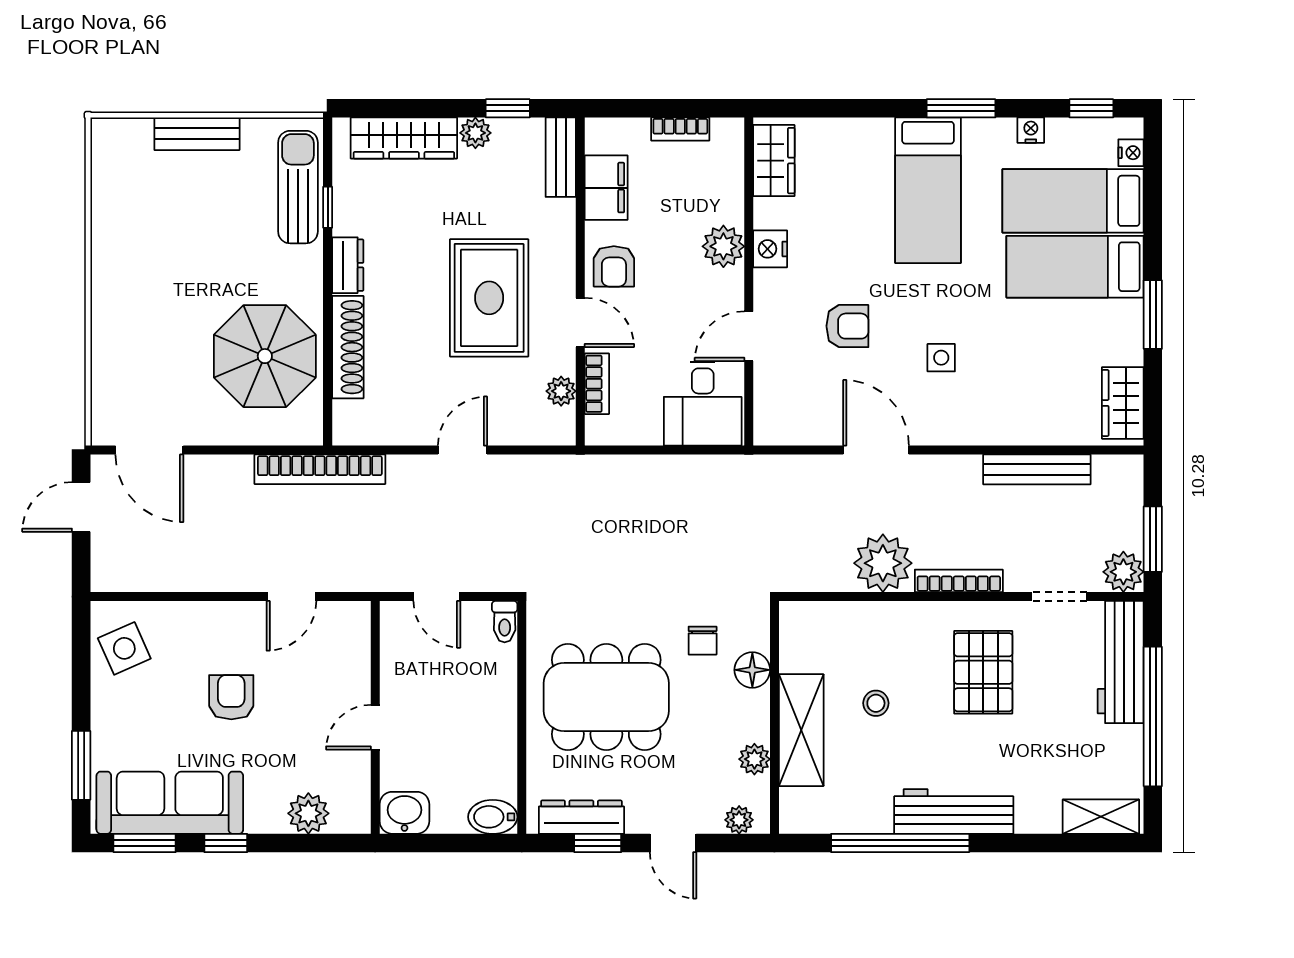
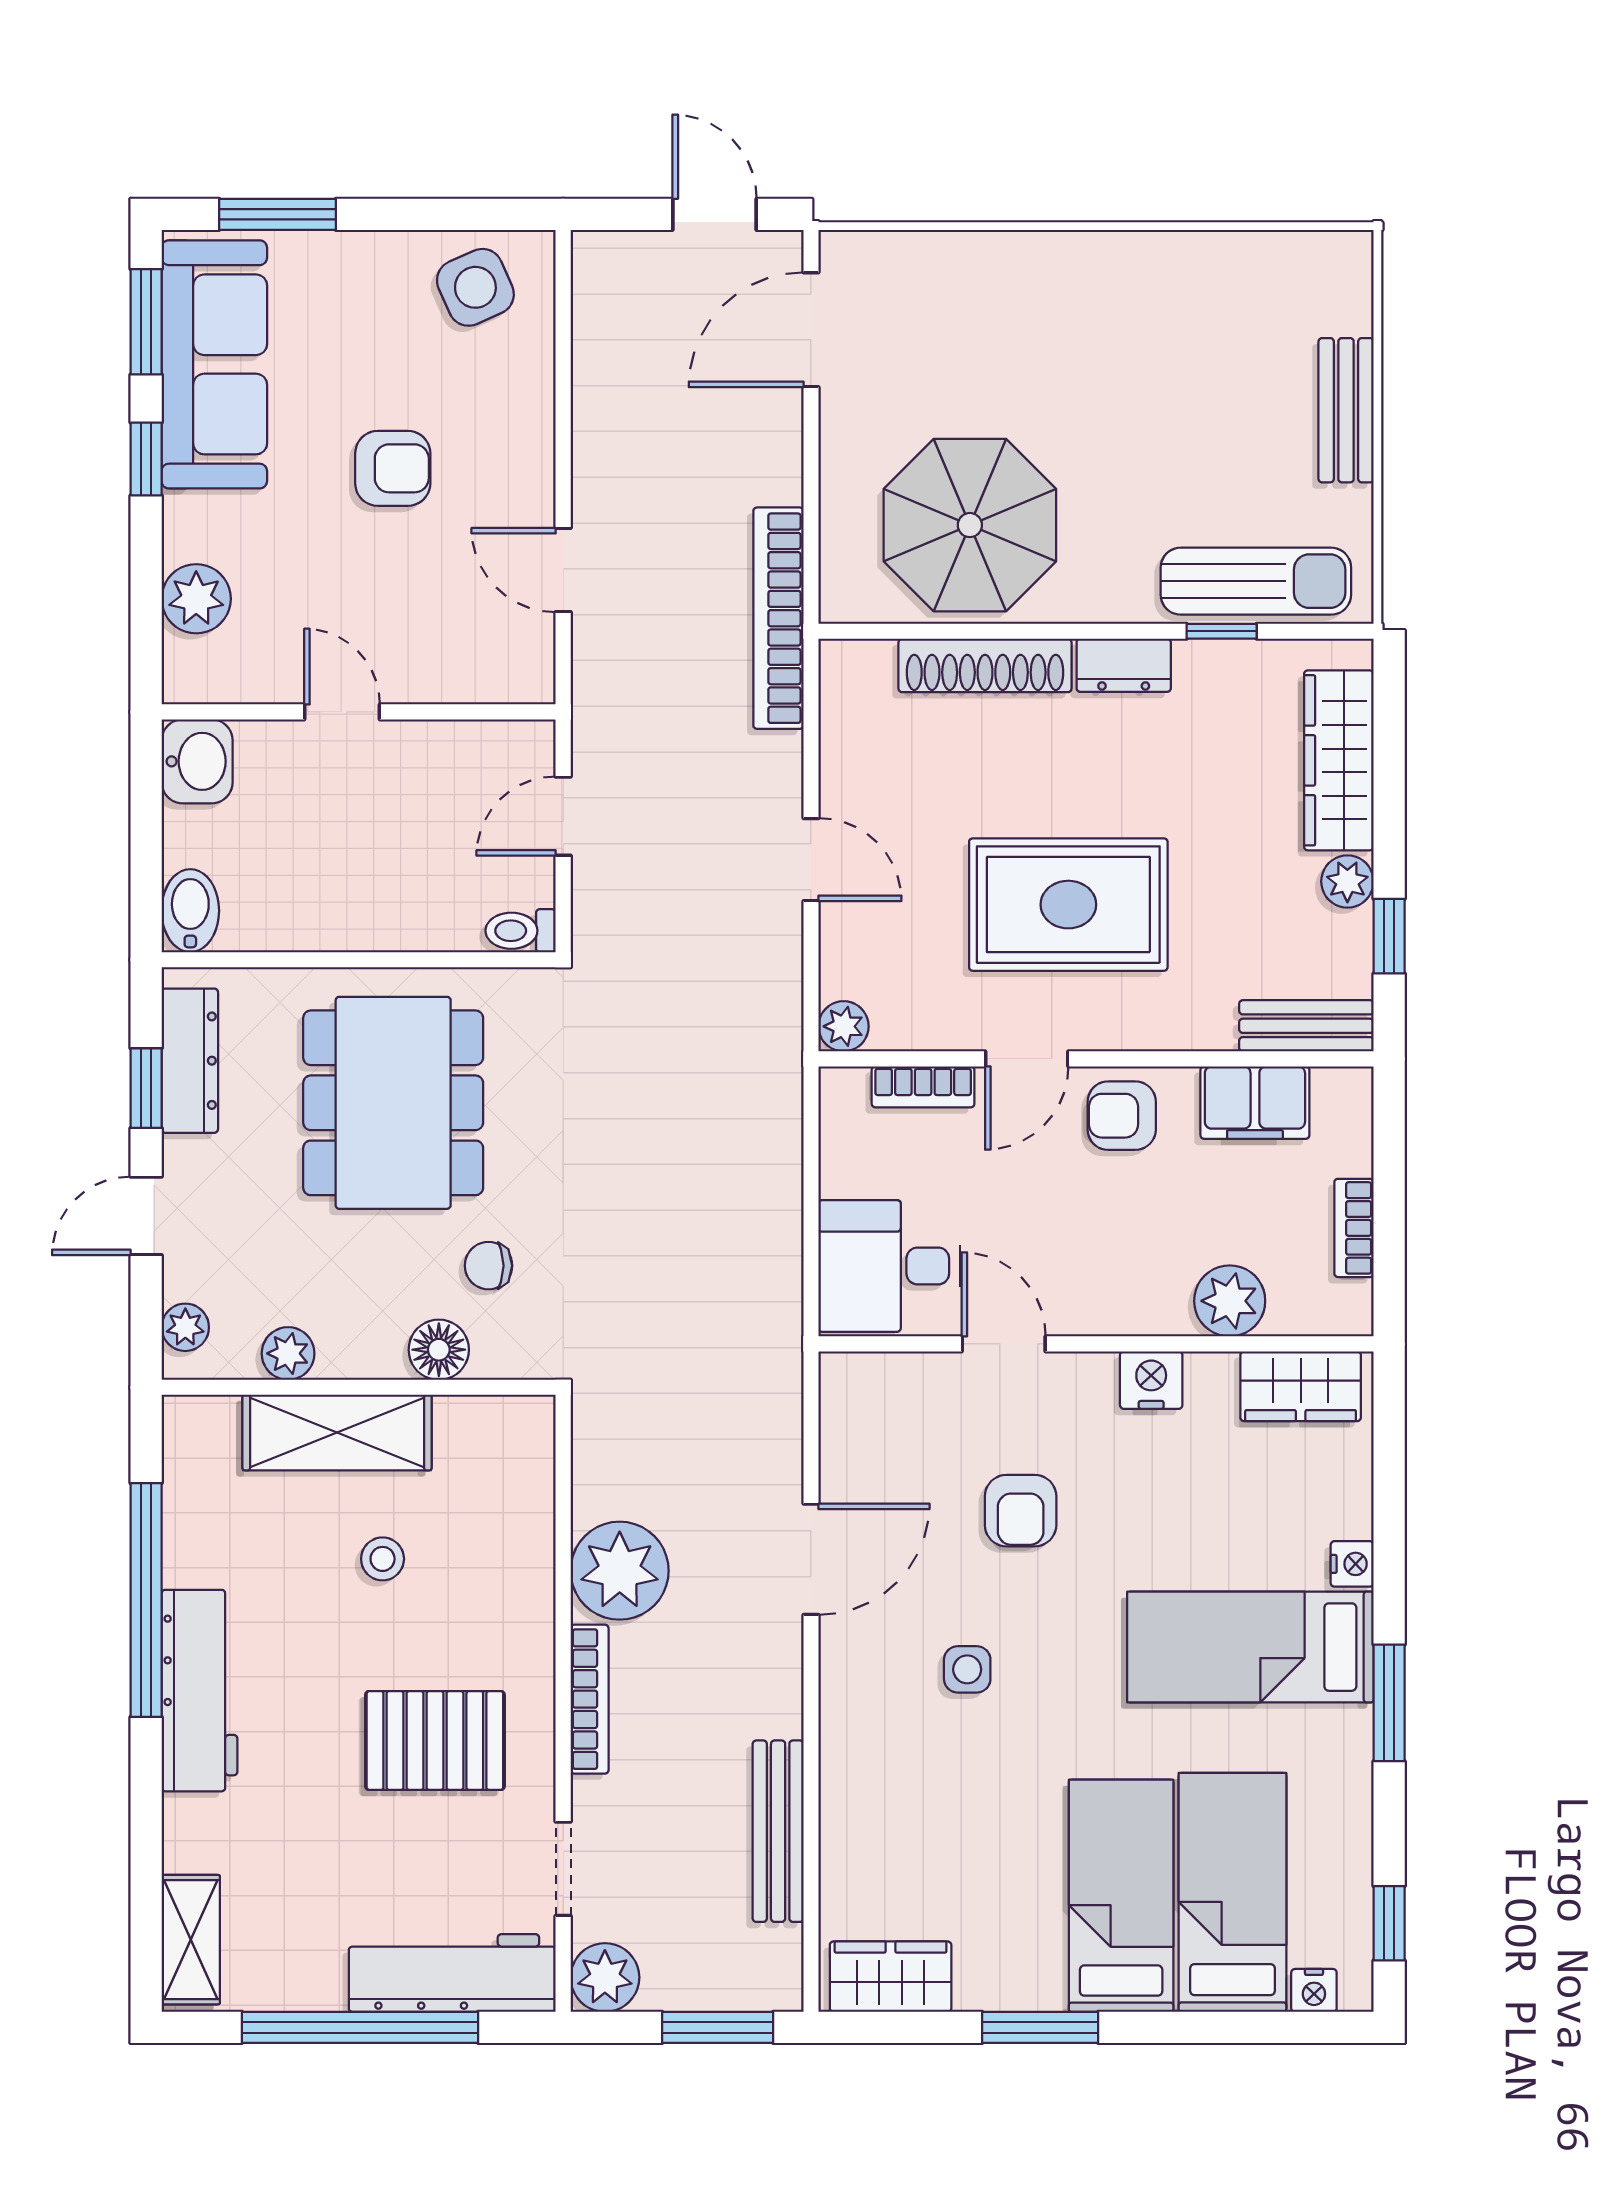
nightstand: (1031, 130) -> (1352, 1564), moved
plant: (723, 246) -> (1230, 1301), moved
plant: (561, 391) -> (844, 1026), moved
window: (1153, 539) -> (718, 2027), moved

